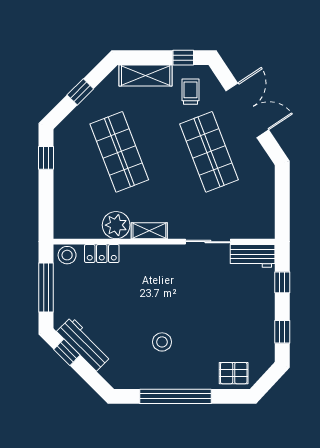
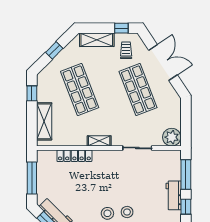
shelving: (65, 201) -> (44, 121), added
plant: (116, 225) -> (172, 137), moved
locker: (102, 253) -> (74, 156), width x1.53
stool: (67, 255) -> (127, 212), moved
workbench: (253, 256) -> (174, 195), moved, turned 90
window: (282, 282) -> (186, 175), width x2.17

